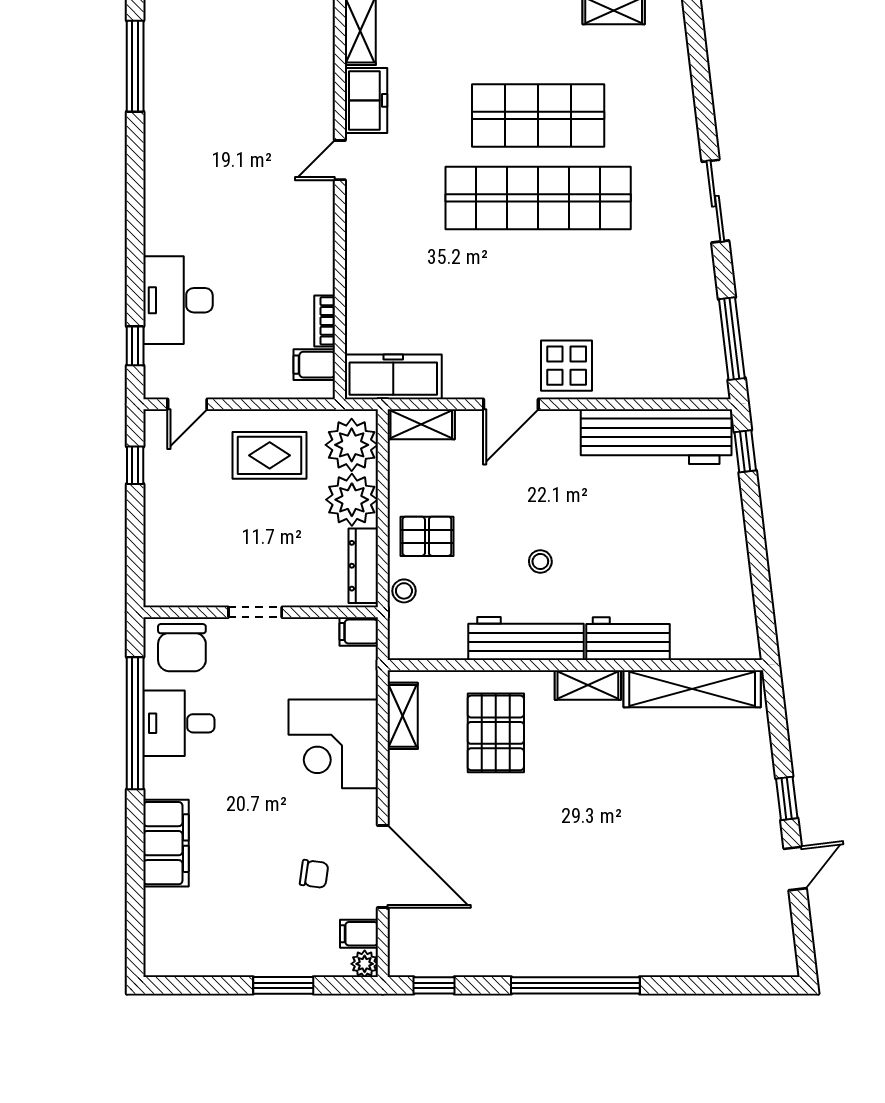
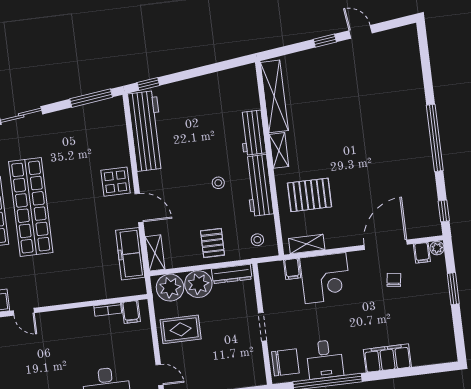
freezer: (393, 377) -> (130, 254), moved
rug: (270, 455) -> (181, 329), turned 90
stool: (404, 591) -> (257, 240), moved
filing cabinet: (359, 632) -> (292, 269), moved

